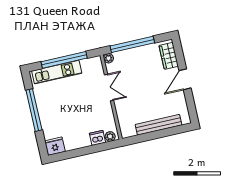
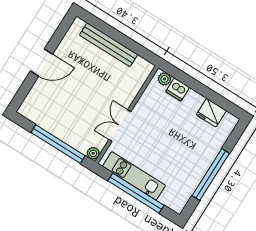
wardrobe: (169, 56) -> (35, 99), removed
kitchen unit: (57, 72) -> (134, 176), moved
fridge: (55, 146) -> (211, 113), moved

